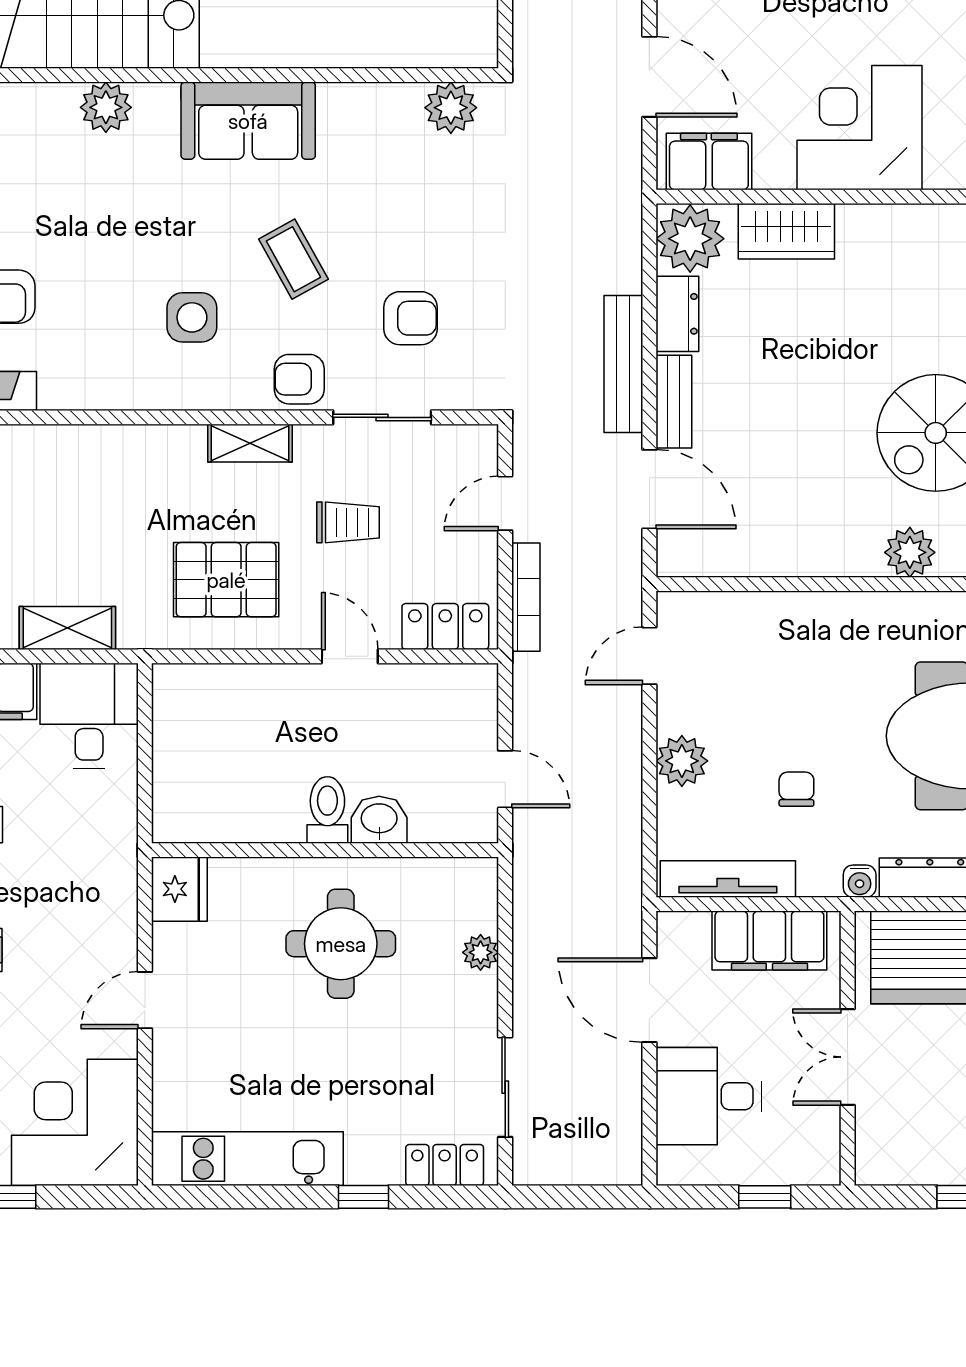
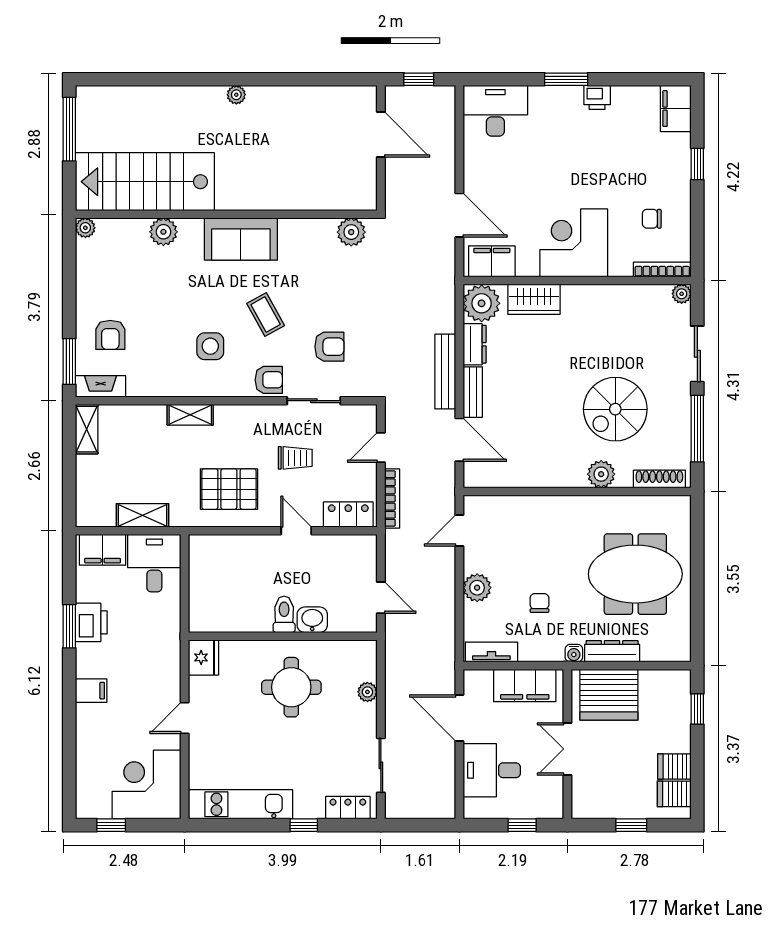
armchair: (299, 379) -> (269, 380), turned 180
shelving: (250, 443) -> (190, 415), moved
tv unit: (728, 879) -> (491, 652), width x0.71

